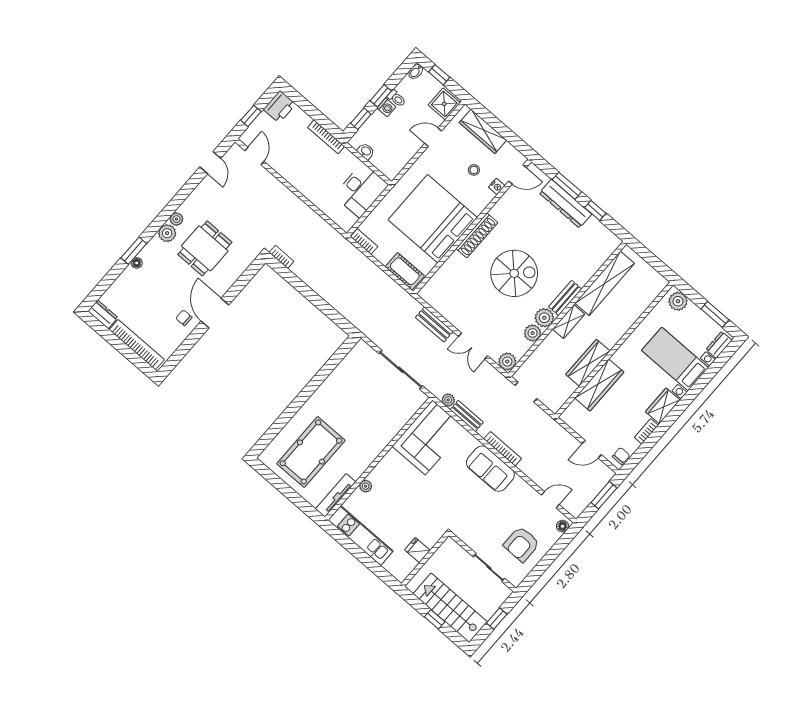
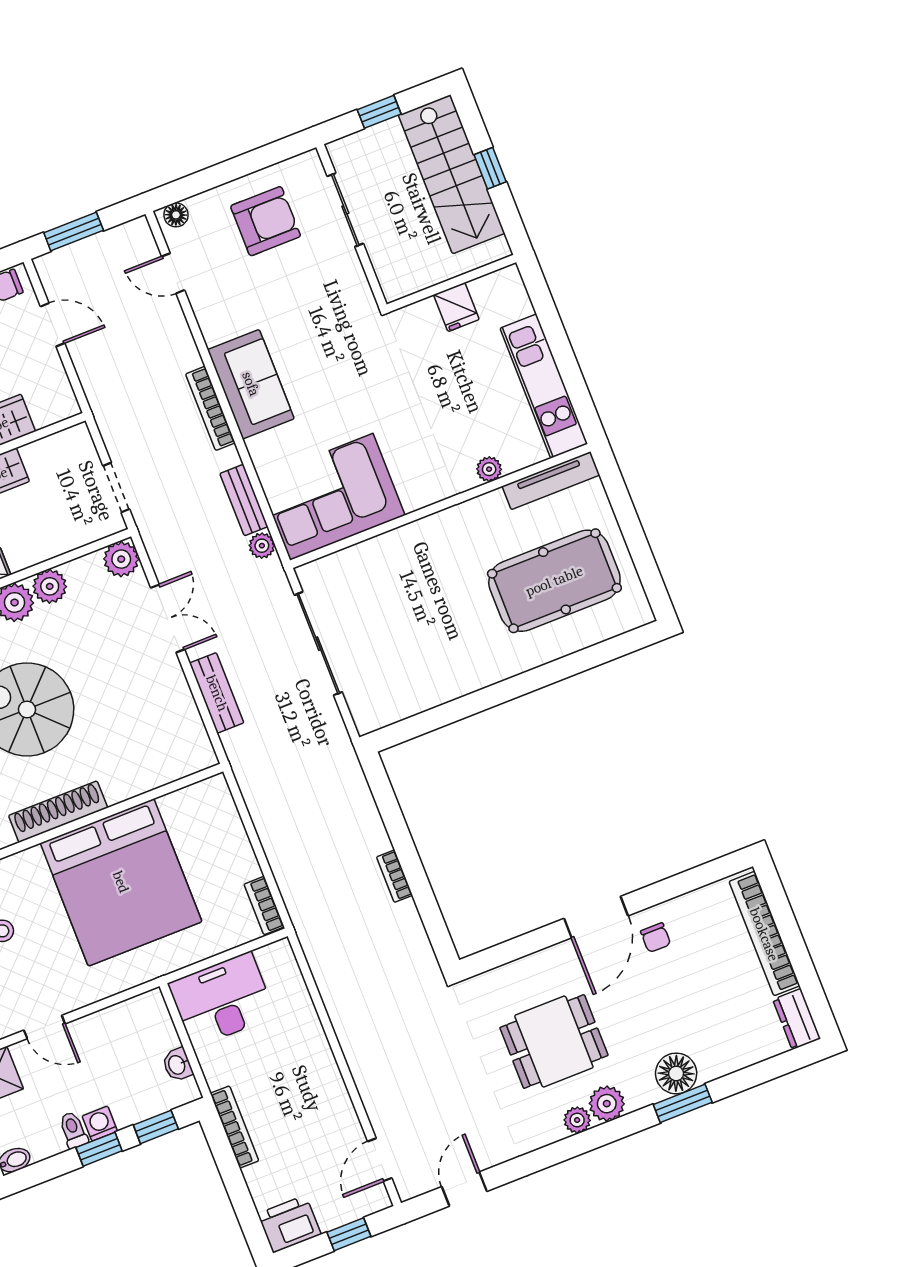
bookcase: (281, 257) -> (395, 876), moved
floor lamp: (137, 263) -> (676, 1073), width x1.89, depth x1.89
cot: (405, 271) -> (220, 815), removed

